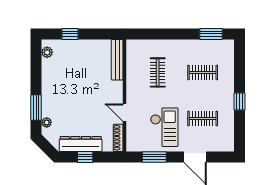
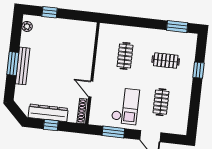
bench: (117, 60) -> (23, 66), moved
window: (240, 101) -> (198, 70), moved
window: (36, 108) -> (13, 64), moved
clothes rail: (203, 118) -> (161, 102), turned 90
plant: (47, 122) -> (19, 90), removed

